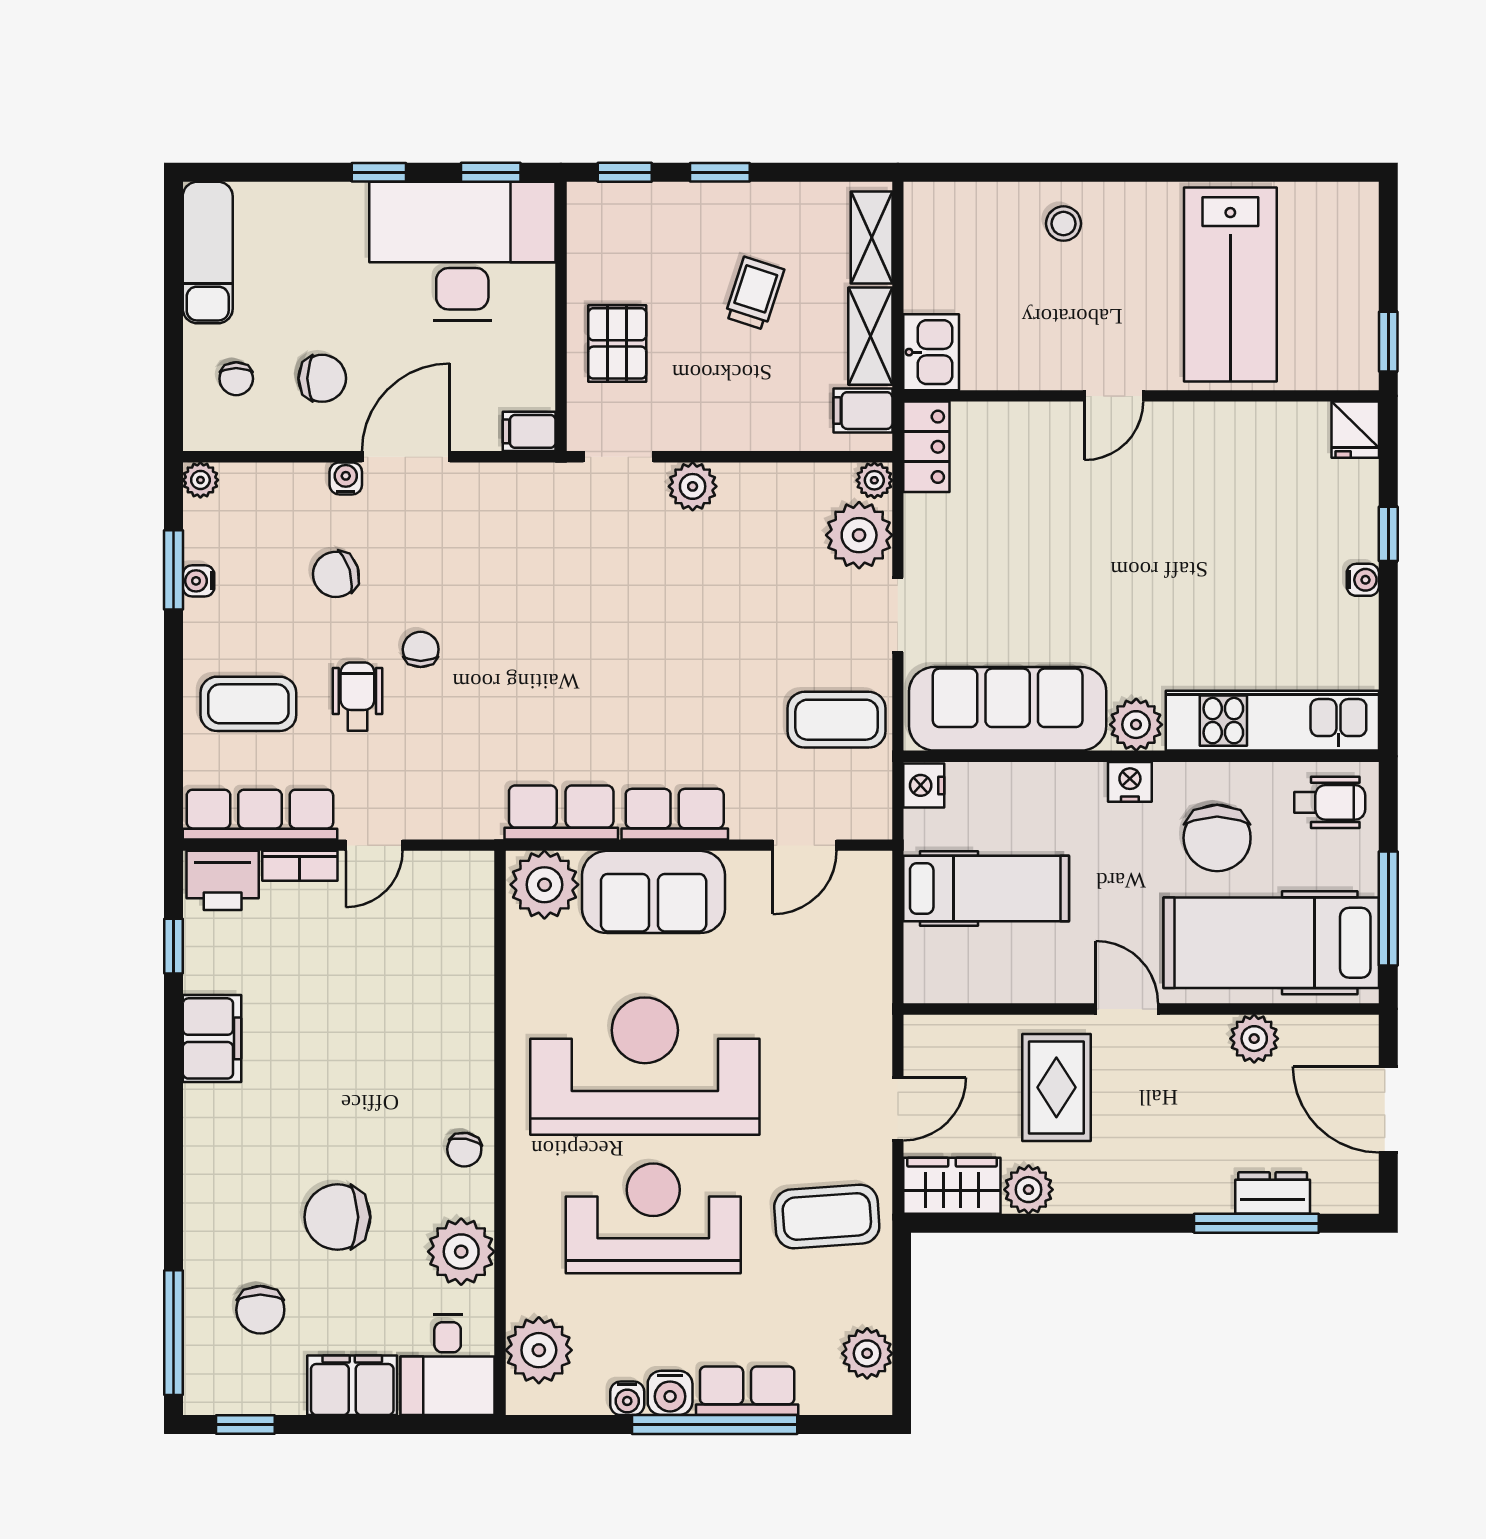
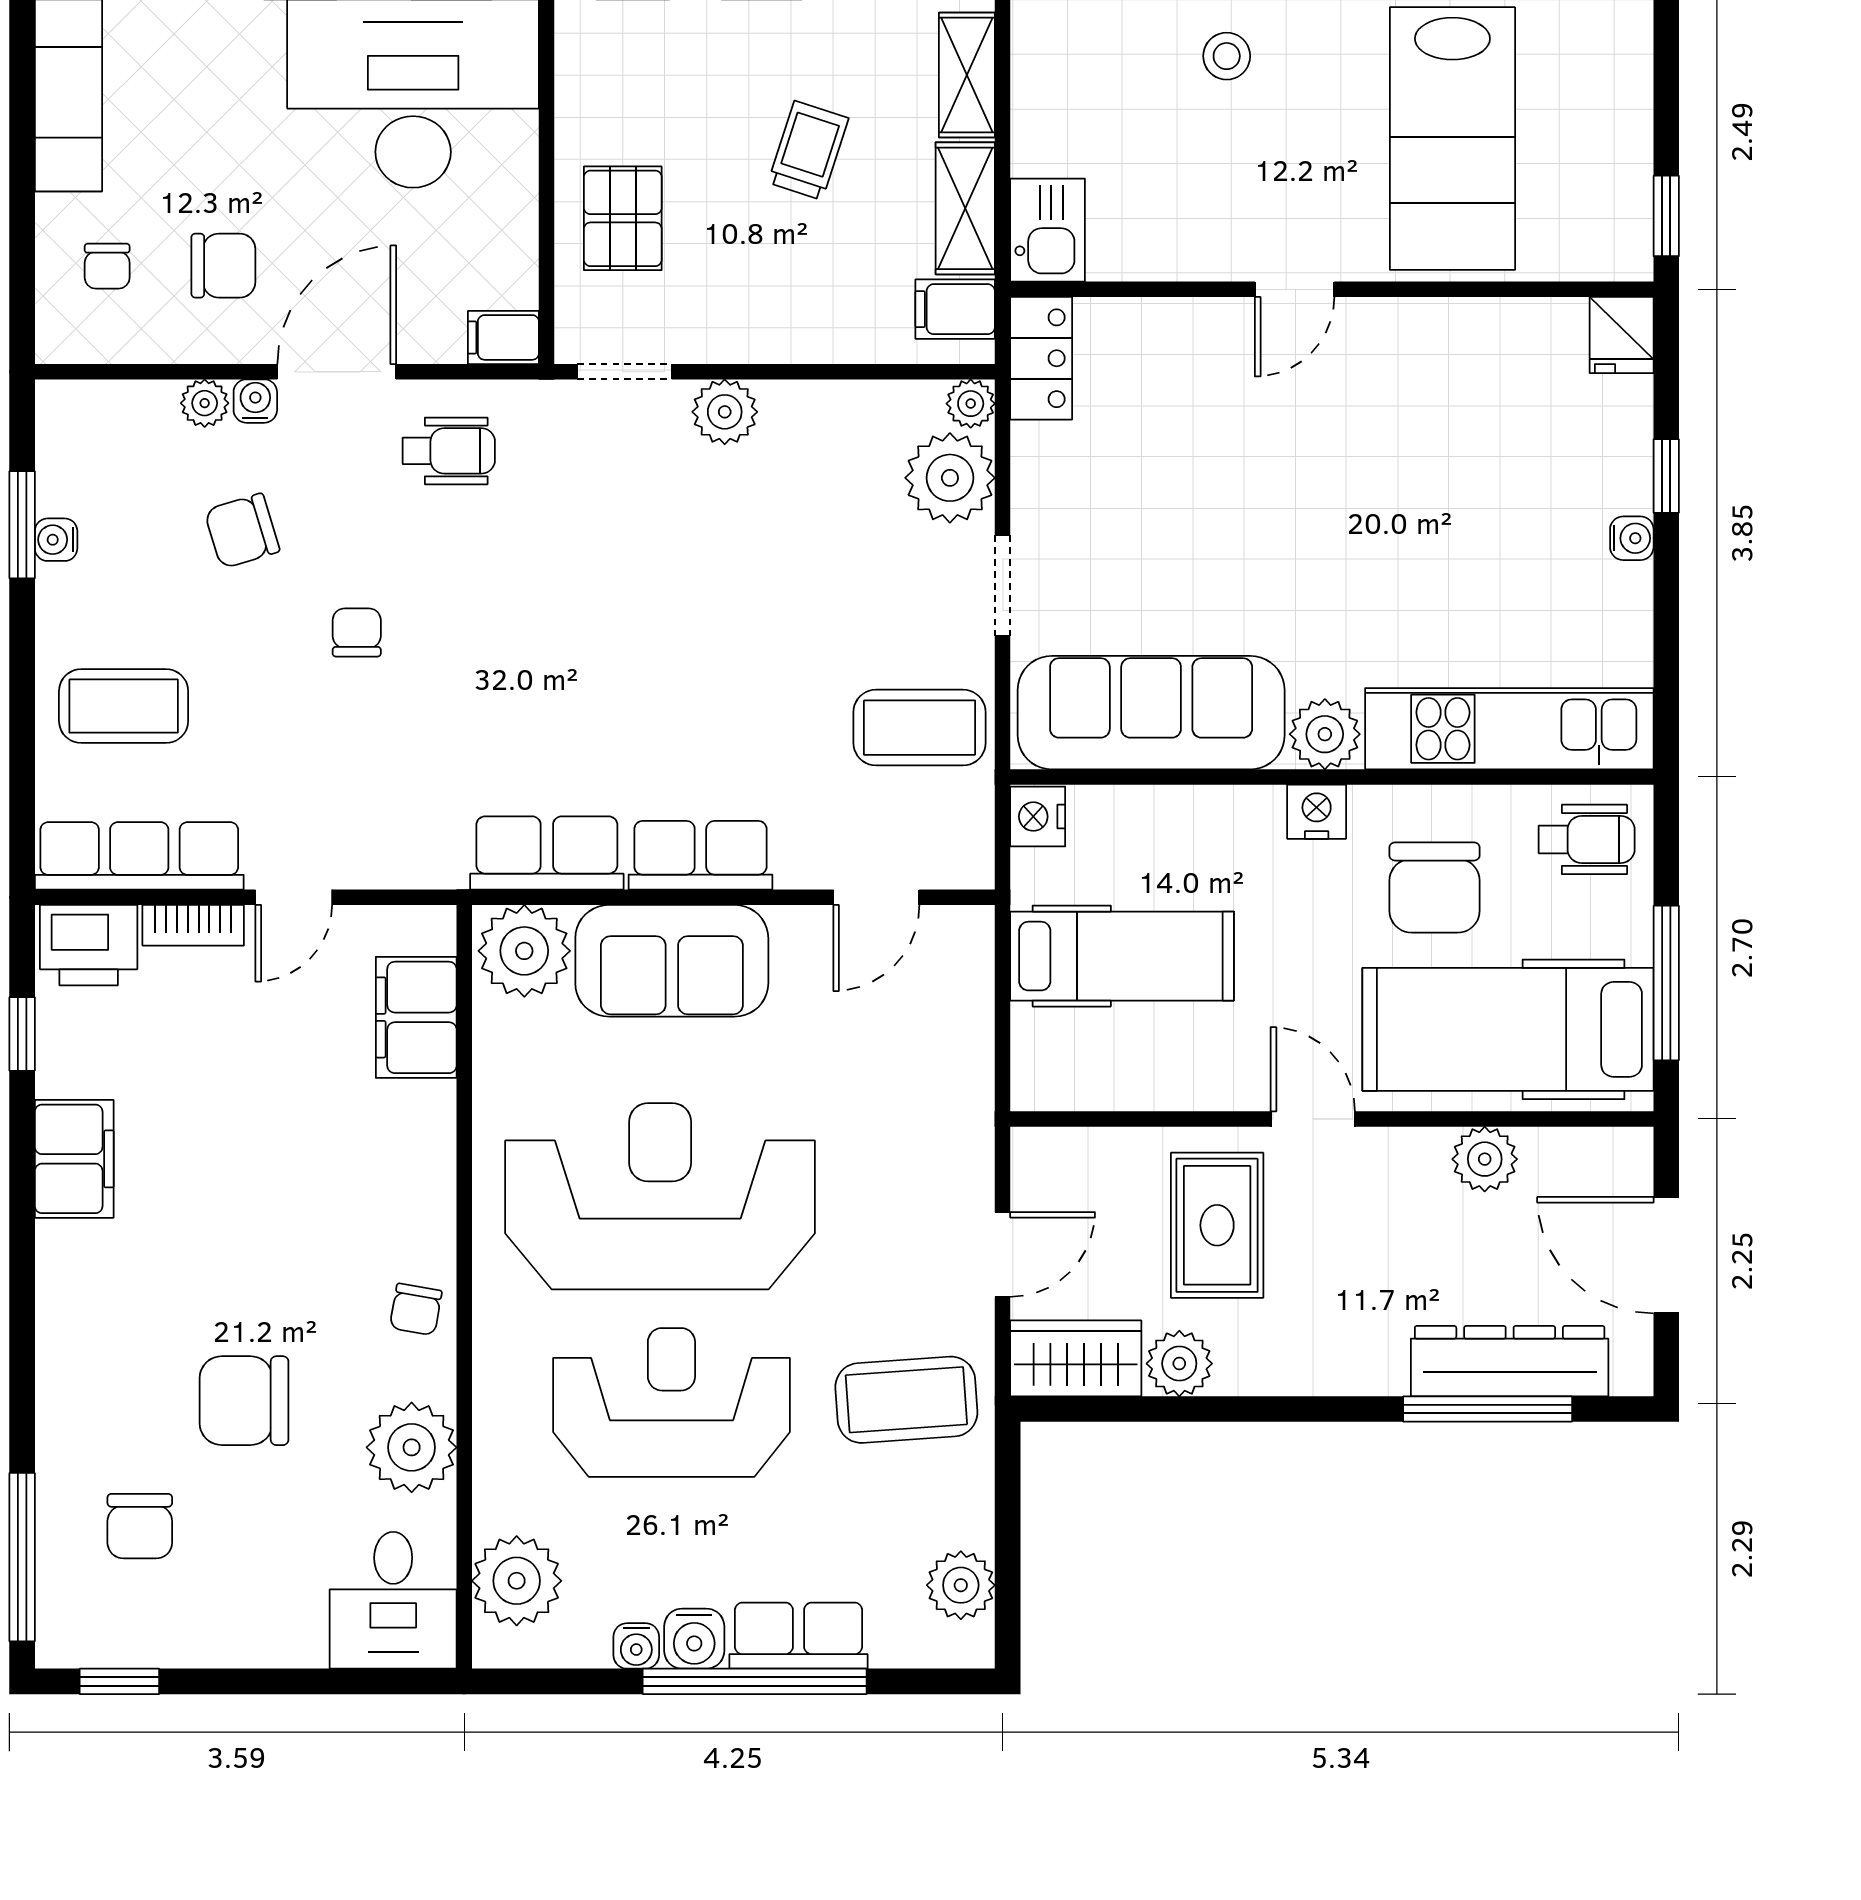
plant: (200, 480) -> (205, 403), moved
wheelchair: (357, 696) -> (449, 451), moved, turned 90
dresser: (1273, 1193) -> (1510, 1361), width x1.96, depth x1.24
filing cabinet: (352, 1385) -> (416, 1017), moved, turned -90

